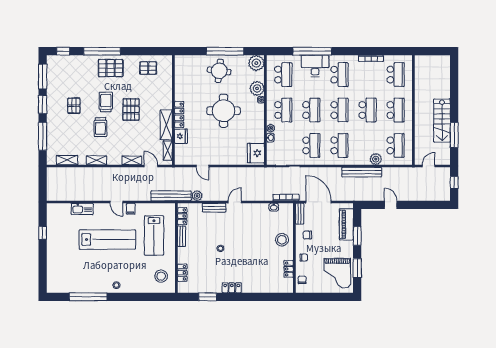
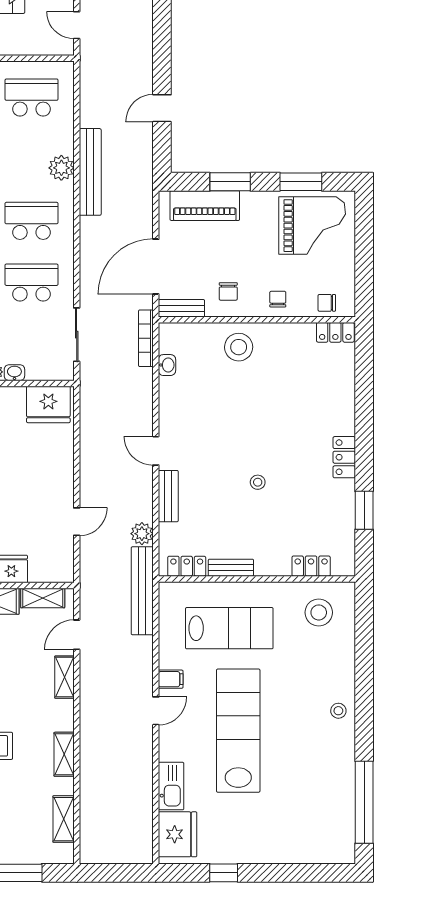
plant: (376, 159) -> (61, 168), moved
fridge: (60, 212) -> (178, 834), added
locker: (289, 269) -> (335, 332), moved
window: (88, 297) -> (364, 802), moved

